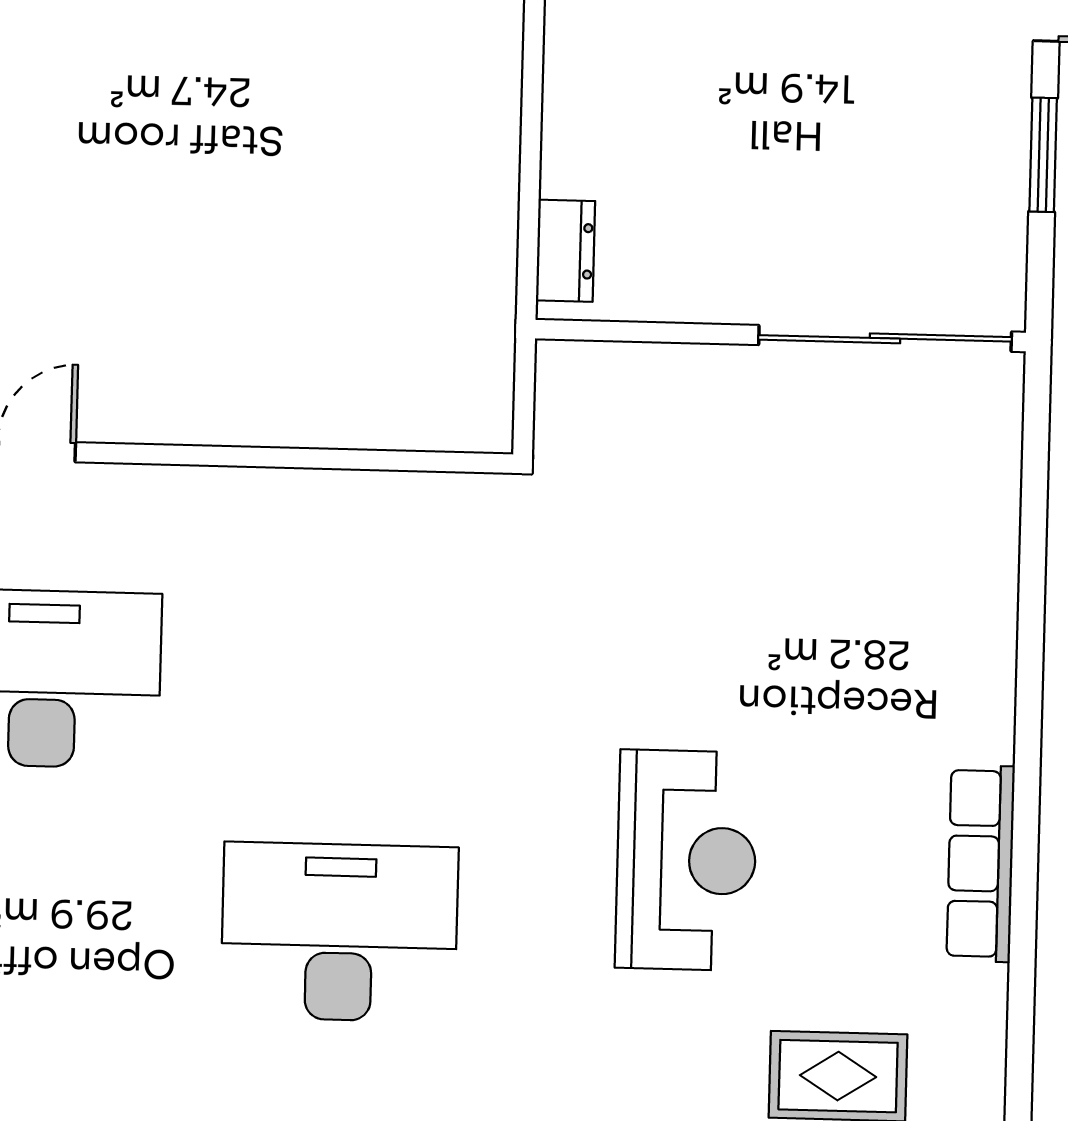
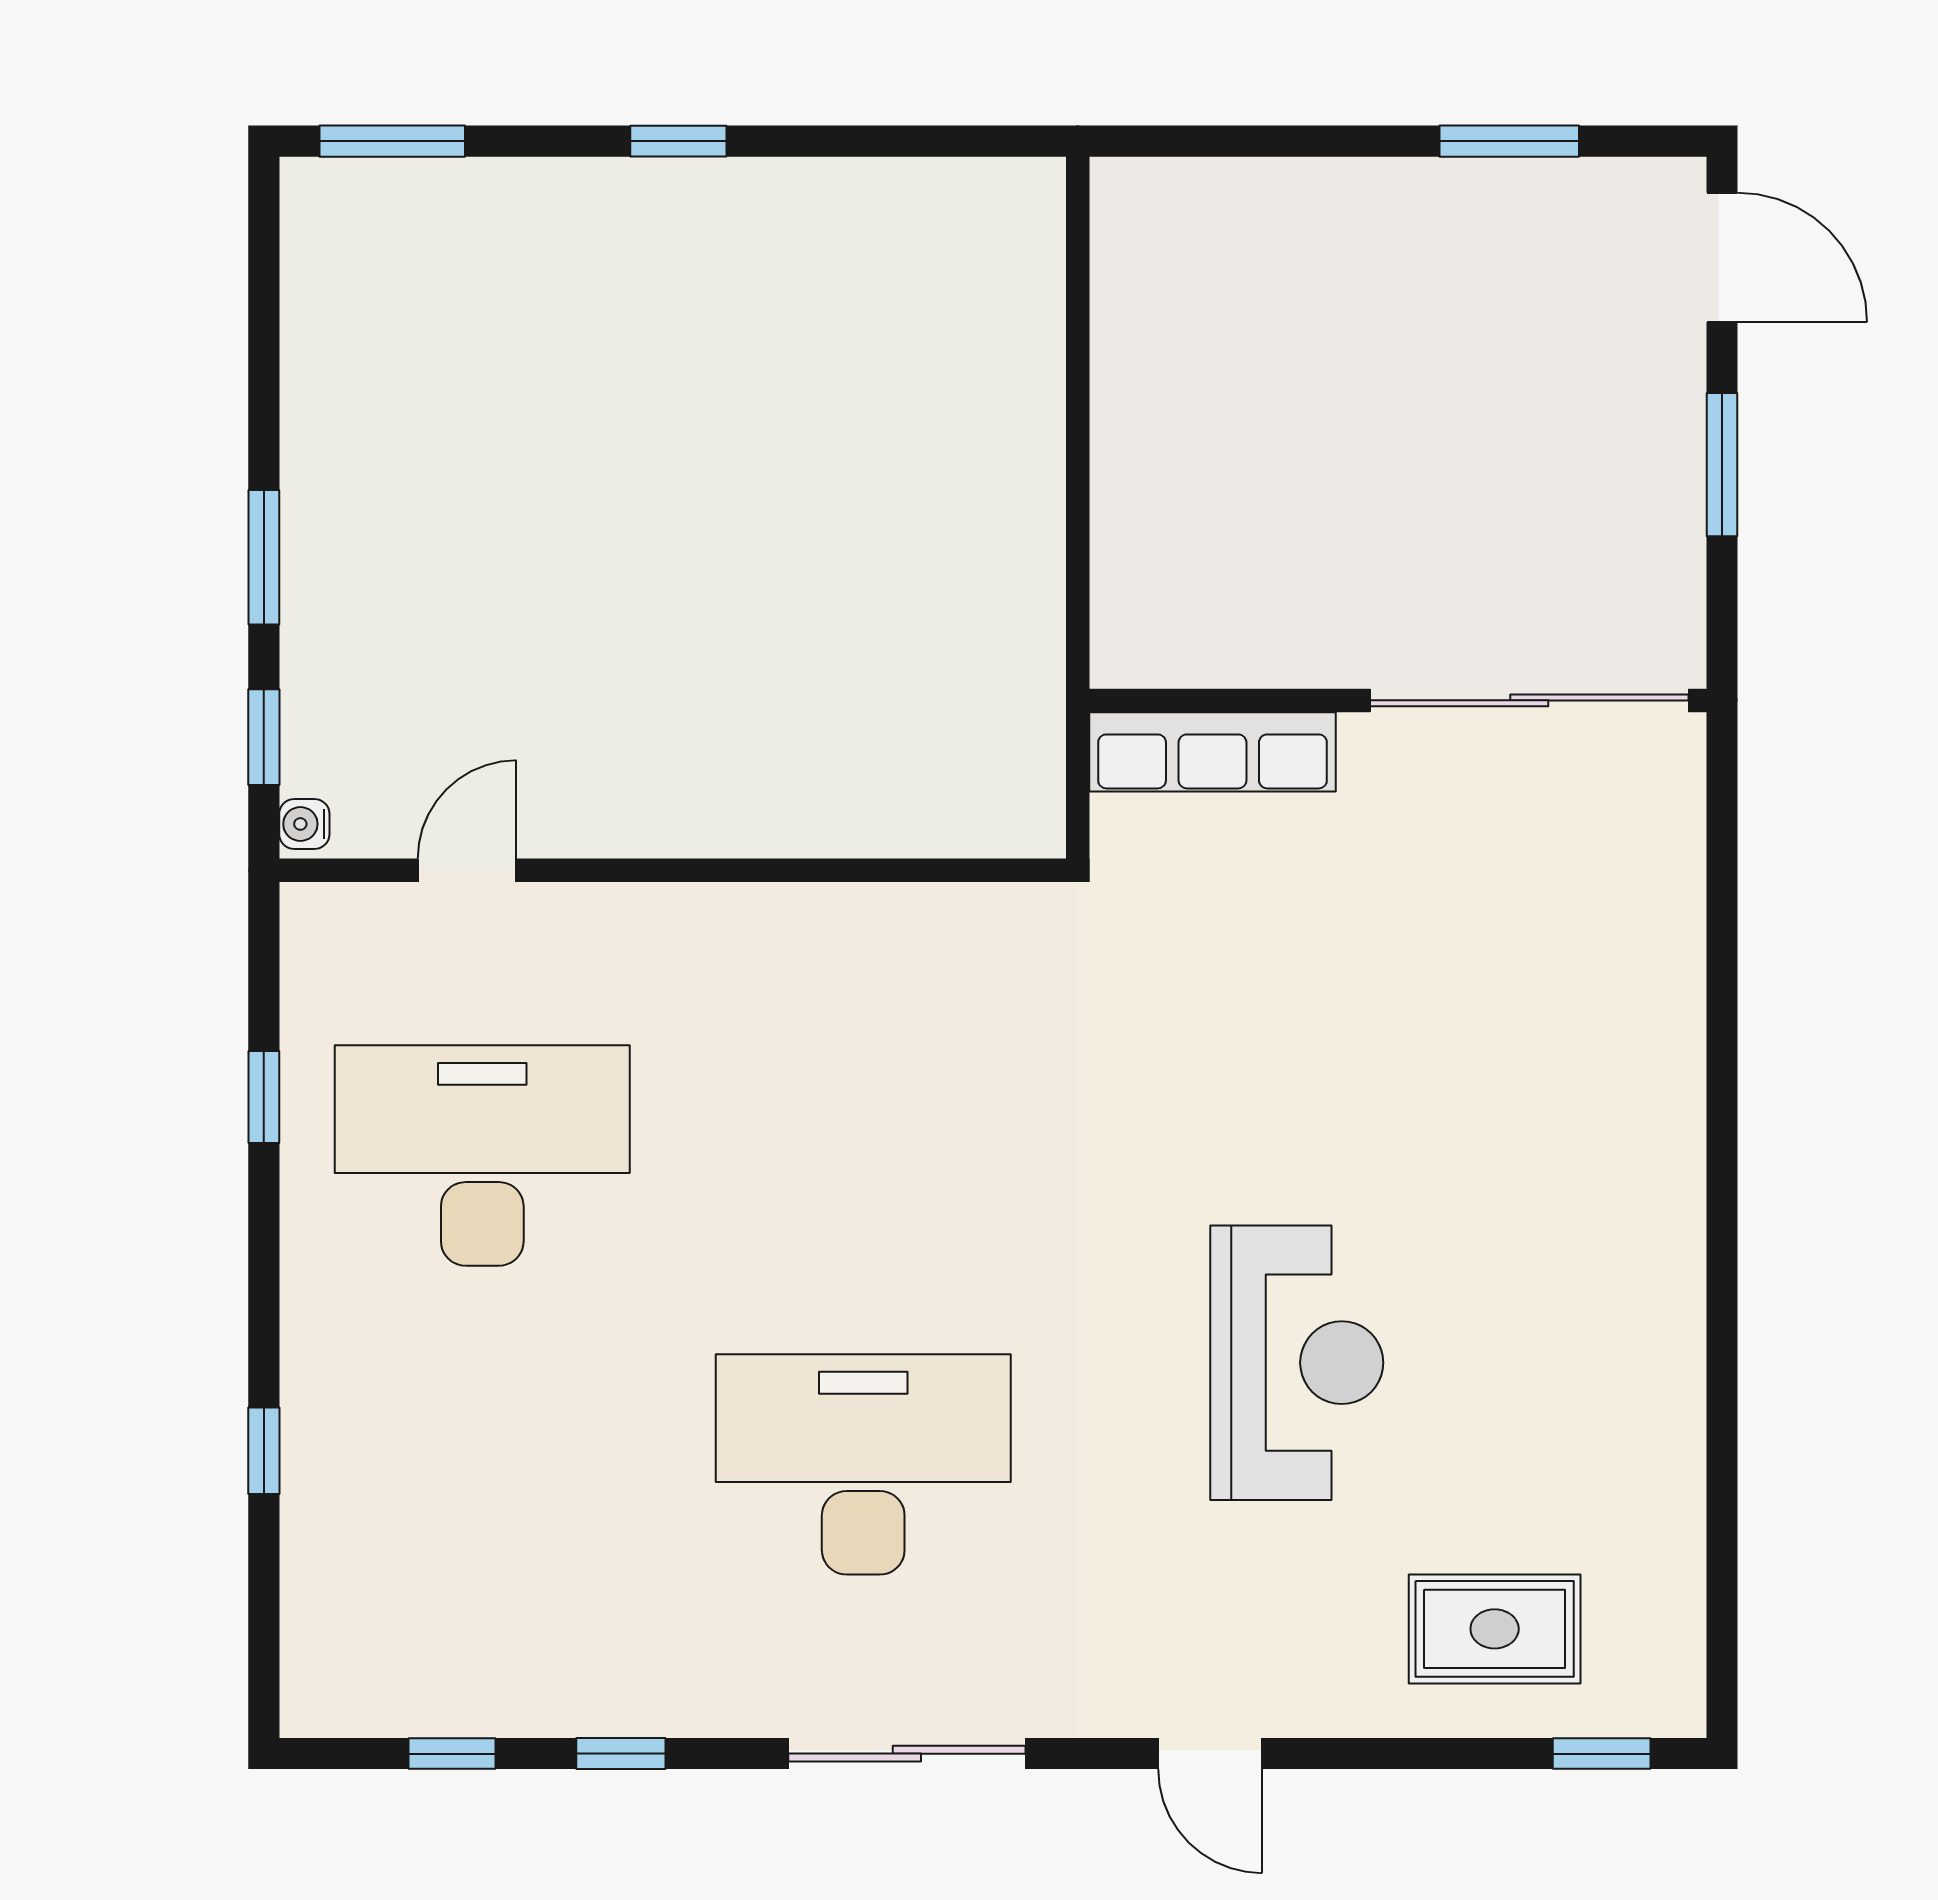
dresser: (566, 251) -> (1125, 601), removed
row of seats: (981, 864) -> (1212, 752), moved, turned -90

